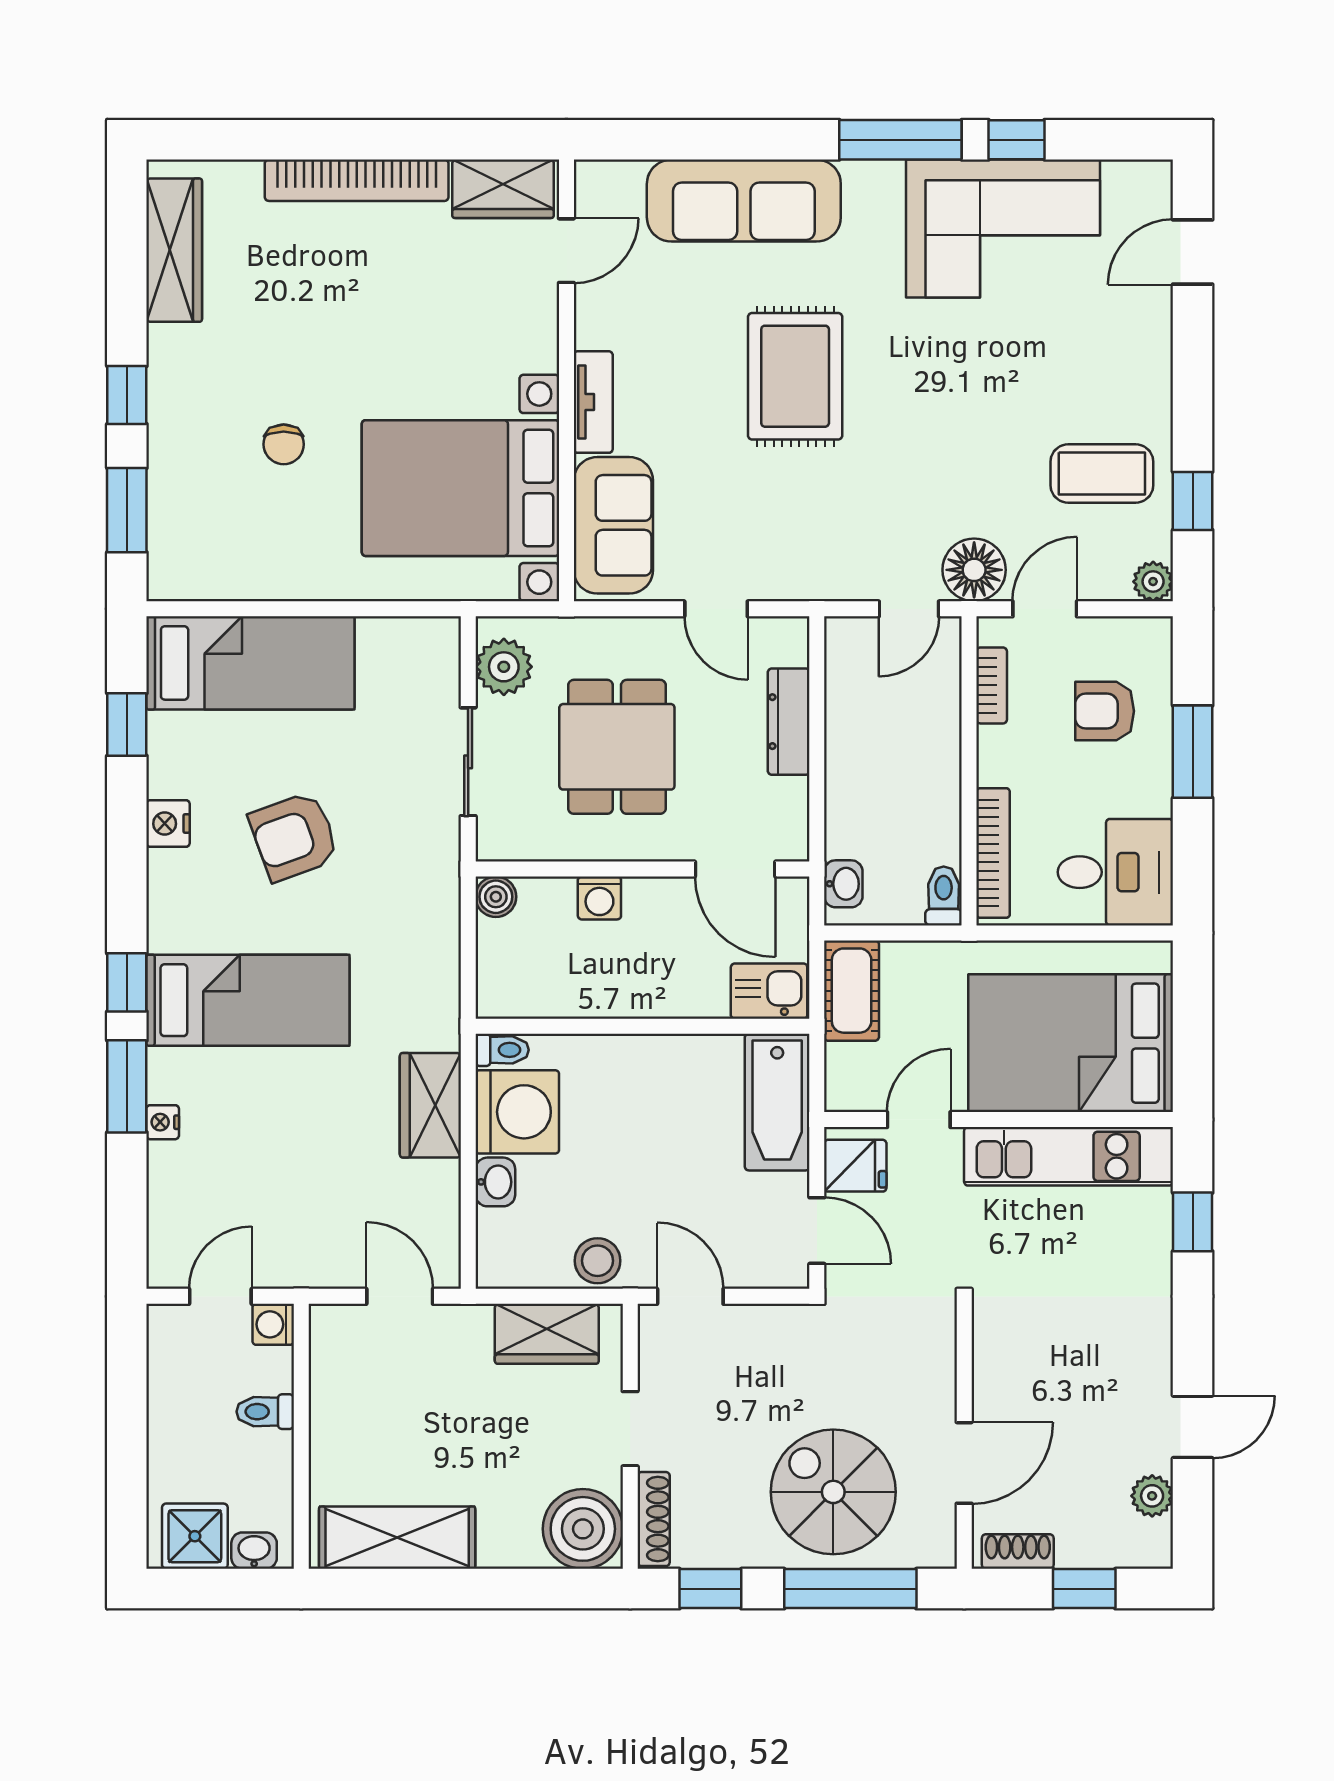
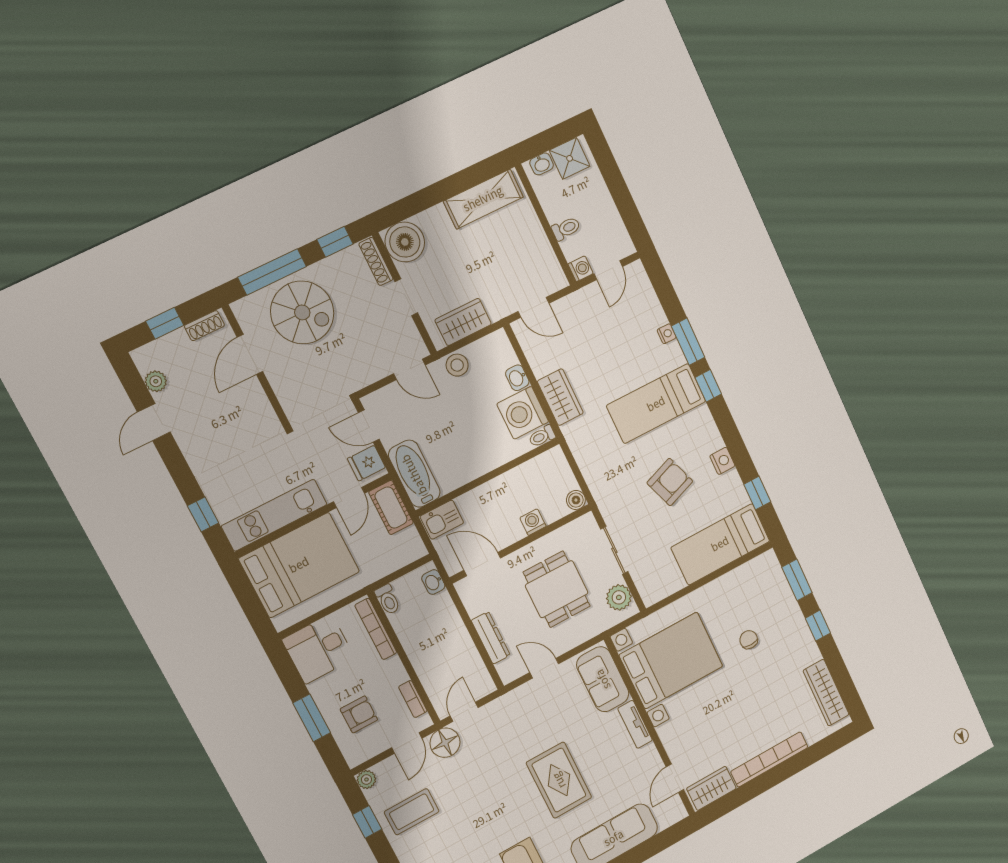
cot: (852, 991) -> (391, 508), moved

